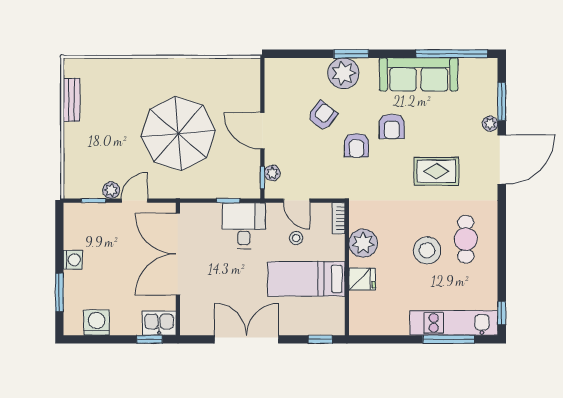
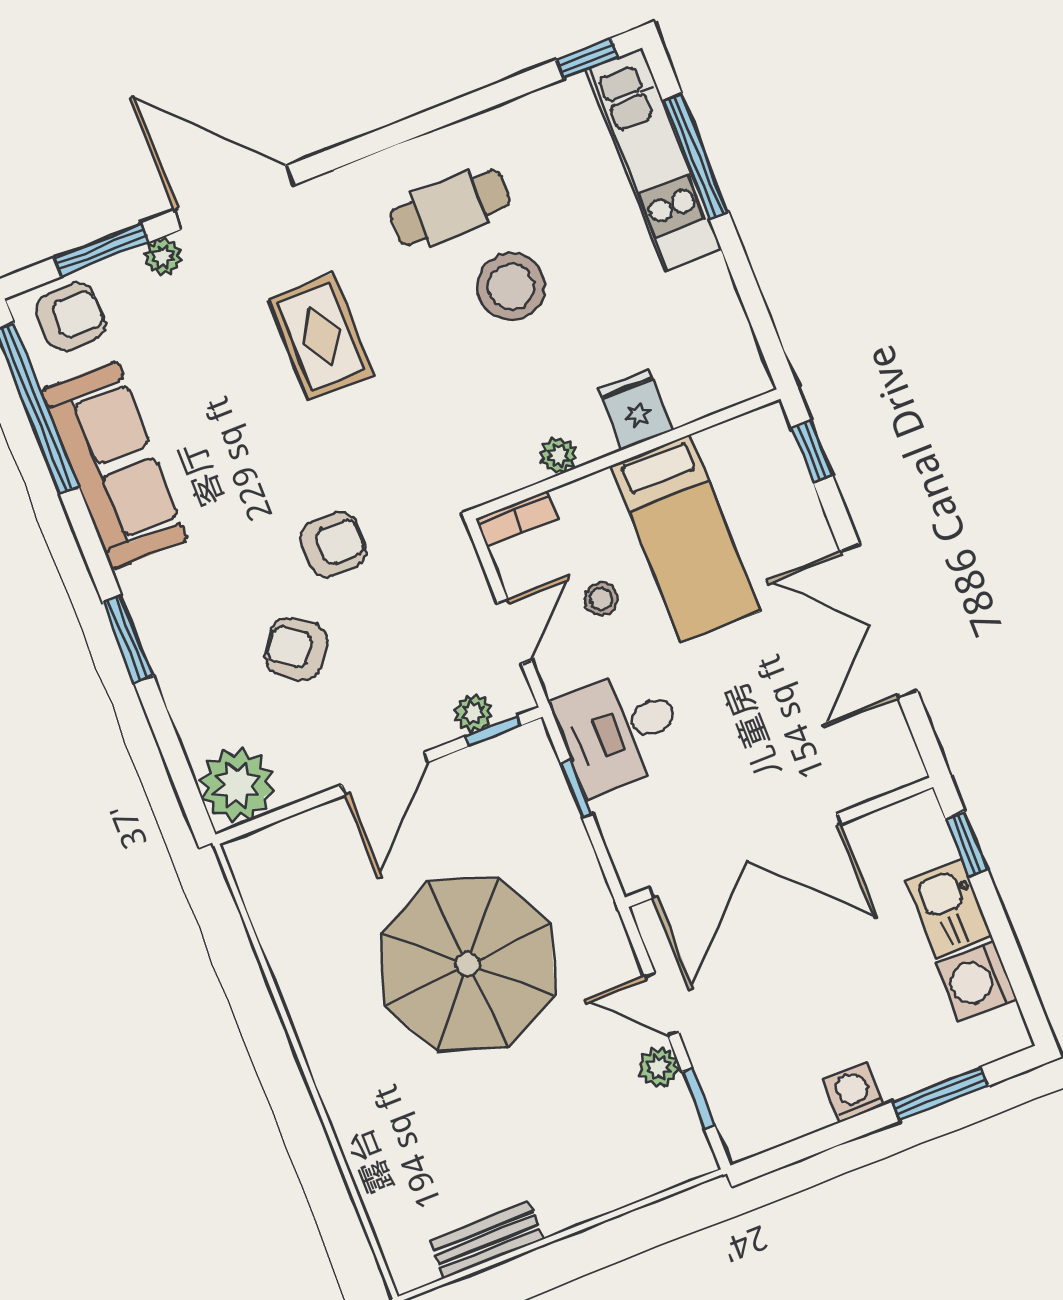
plant: (343, 73) -> (237, 785), moved
armchair: (392, 126) -> (71, 317), moved
plant: (363, 243) -> (558, 455), width x0.53, depth x0.53
kitchen sink: (159, 323) -> (949, 909), moved

